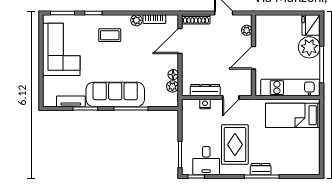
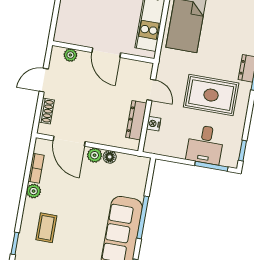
shoe rack: (196, 19) -> (46, 111), width x0.70
plant: (172, 86) -> (95, 155), moved
desk: (206, 161) -> (205, 145), moved, turned 90

